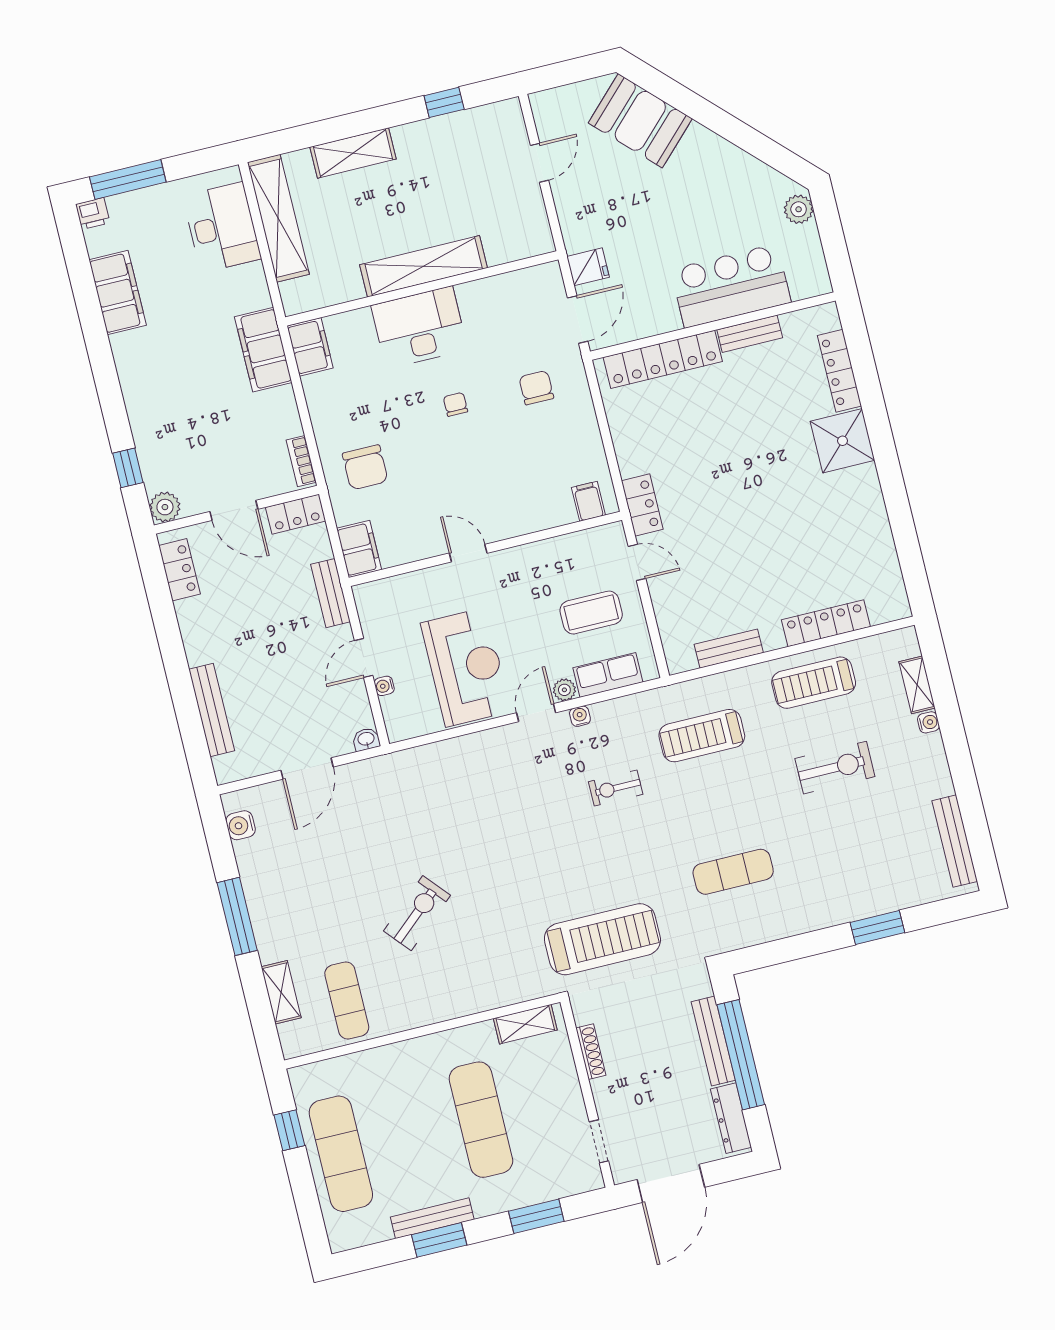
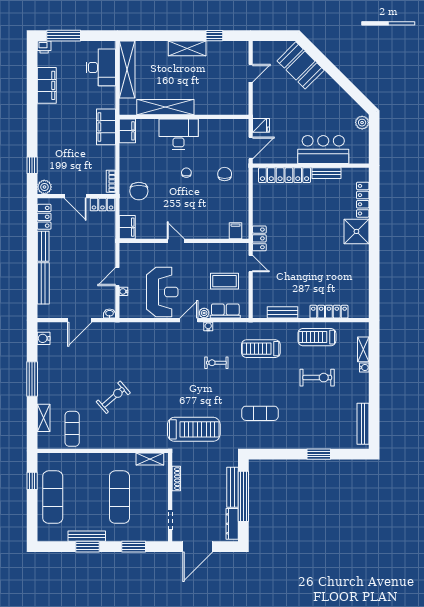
shelving: (353, 153) -> (187, 48), moved
shelving: (424, 266) -> (165, 107), moved
bench: (331, 593) -> (43, 246), moved

